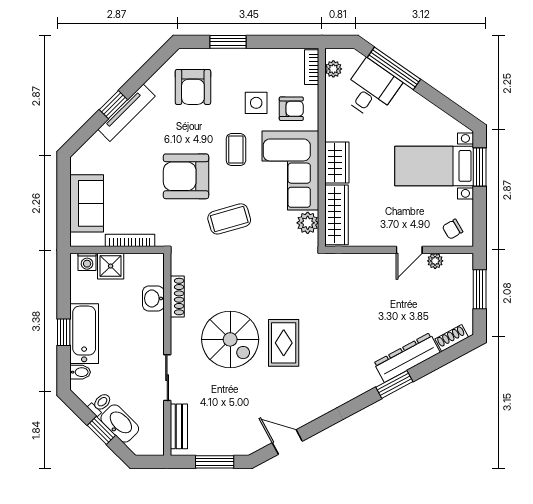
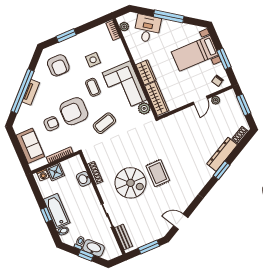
window: (394, 68) -> (169, 16), moved
window: (113, 105) -> (23, 91), width x3.17
armchair: (291, 109) -> (51, 124), moved
tv unit: (127, 113) -> (31, 92), width x0.71
window: (480, 167) -> (224, 59), moved

